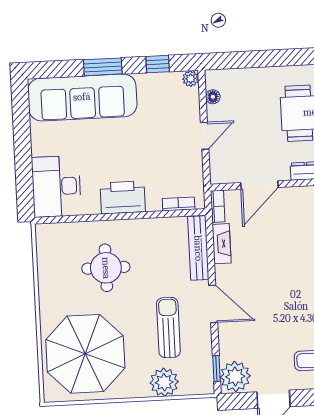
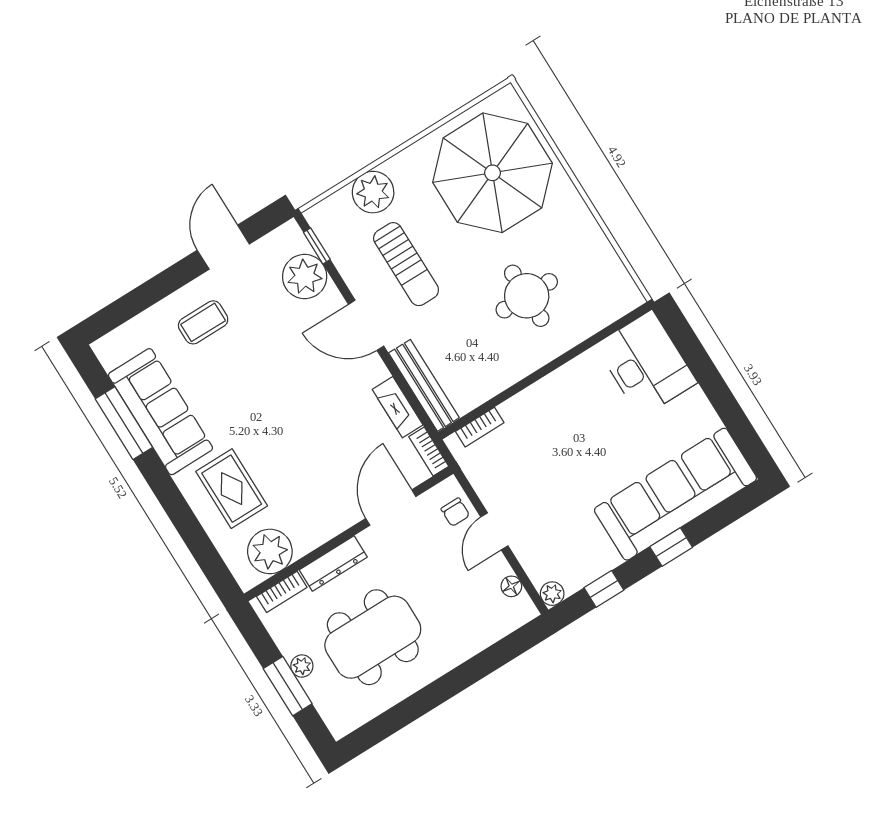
window: (103, 67) -> (671, 547), width x0.67
chair: (222, 161) -> (455, 512), added
printer: (123, 197) -> (555, 396), removed
plant: (235, 377) -> (305, 277), moved

